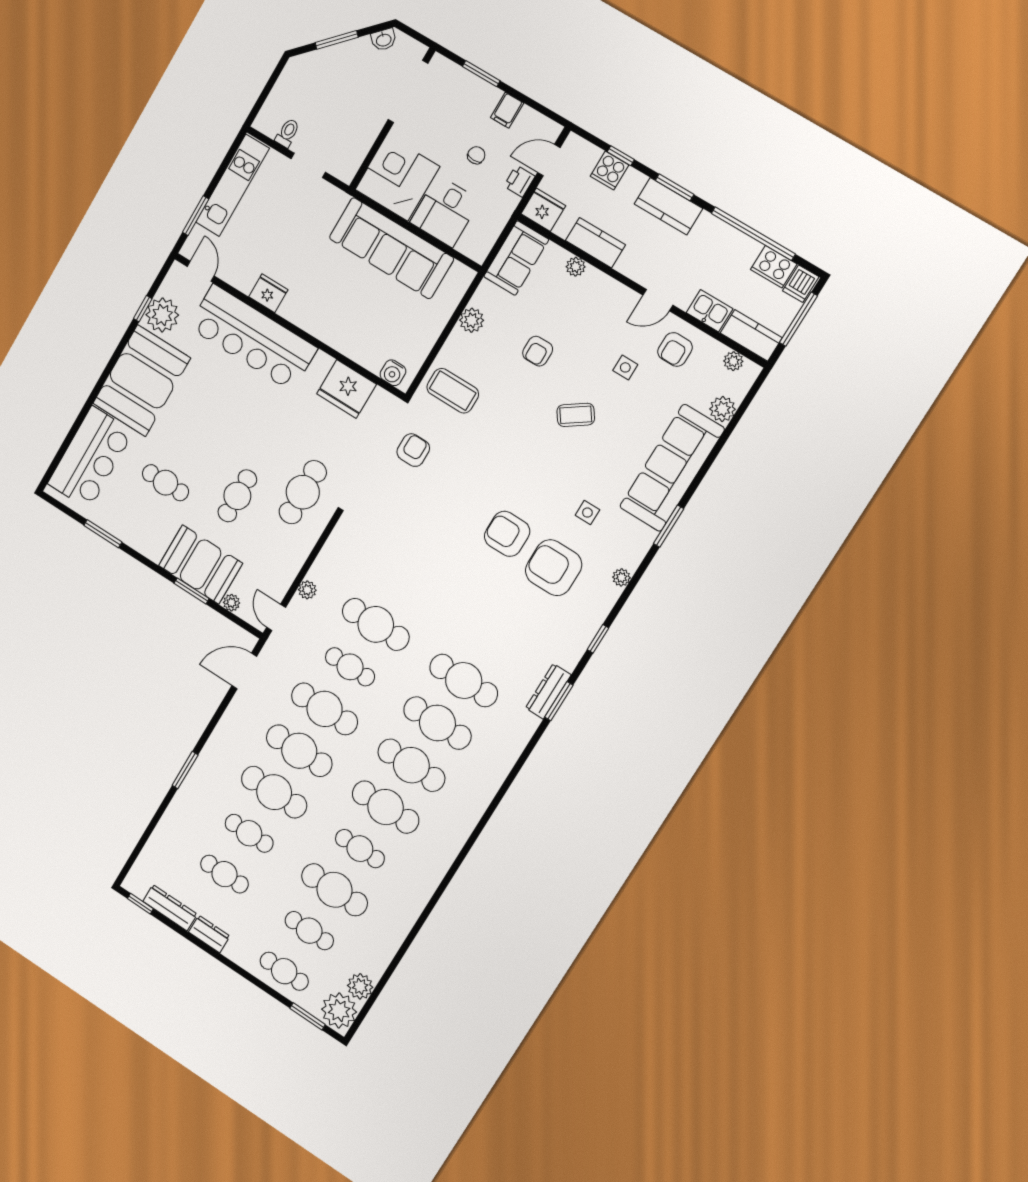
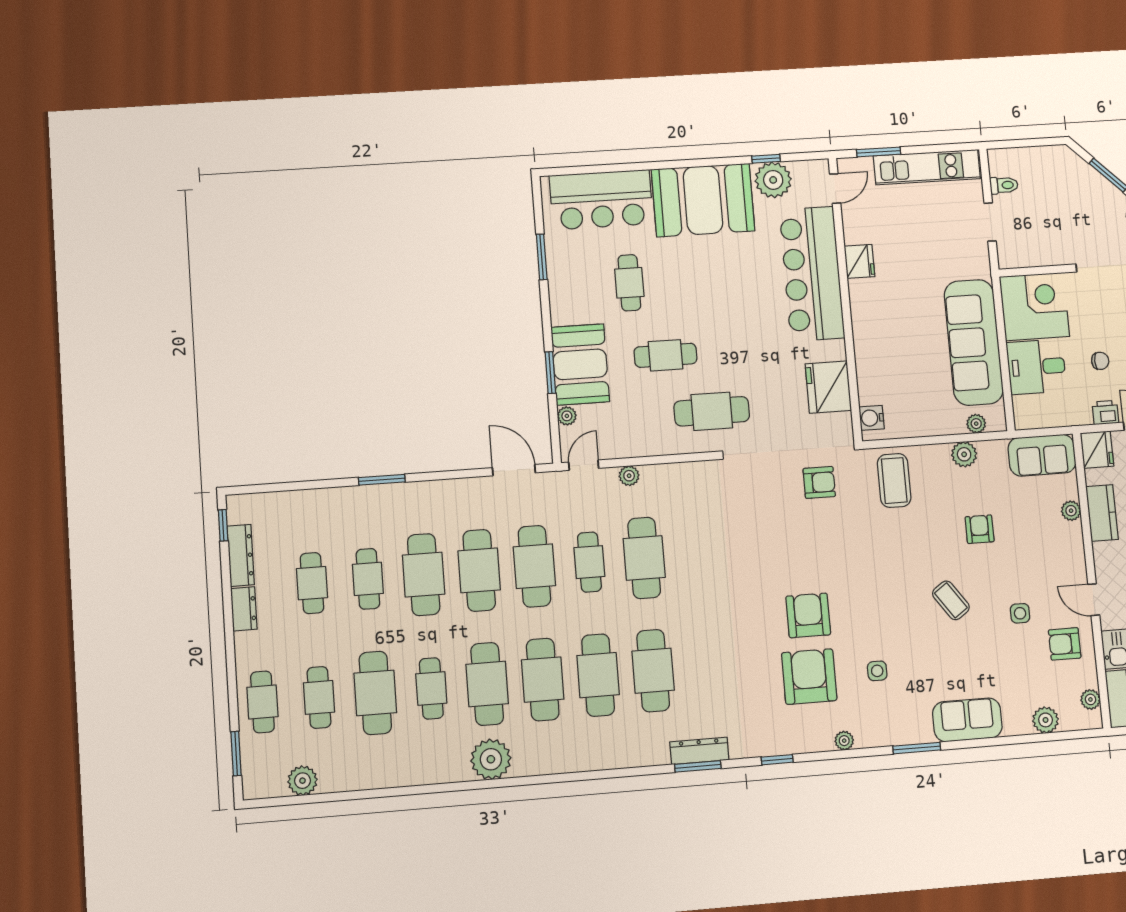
plant: (455, 293) -> (976, 424), added
armchair: (538, 351) -> (980, 529), turned 90
sofa: (672, 468) -> (967, 720), width x0.54, depth x0.79
plant: (339, 1011) -> (491, 759), moved

